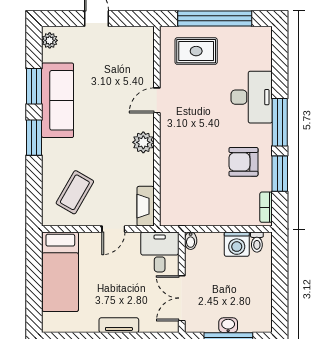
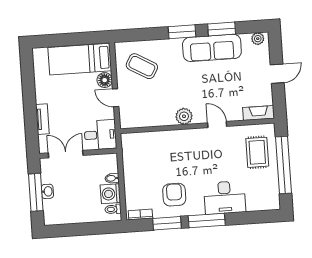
fireplace: (146, 206) -> (259, 113), moved
bidet: (191, 241) -> (112, 178), moved
floor lamp: (90, 242) -> (105, 80), added
tv unit: (119, 325) -> (42, 119), moved

